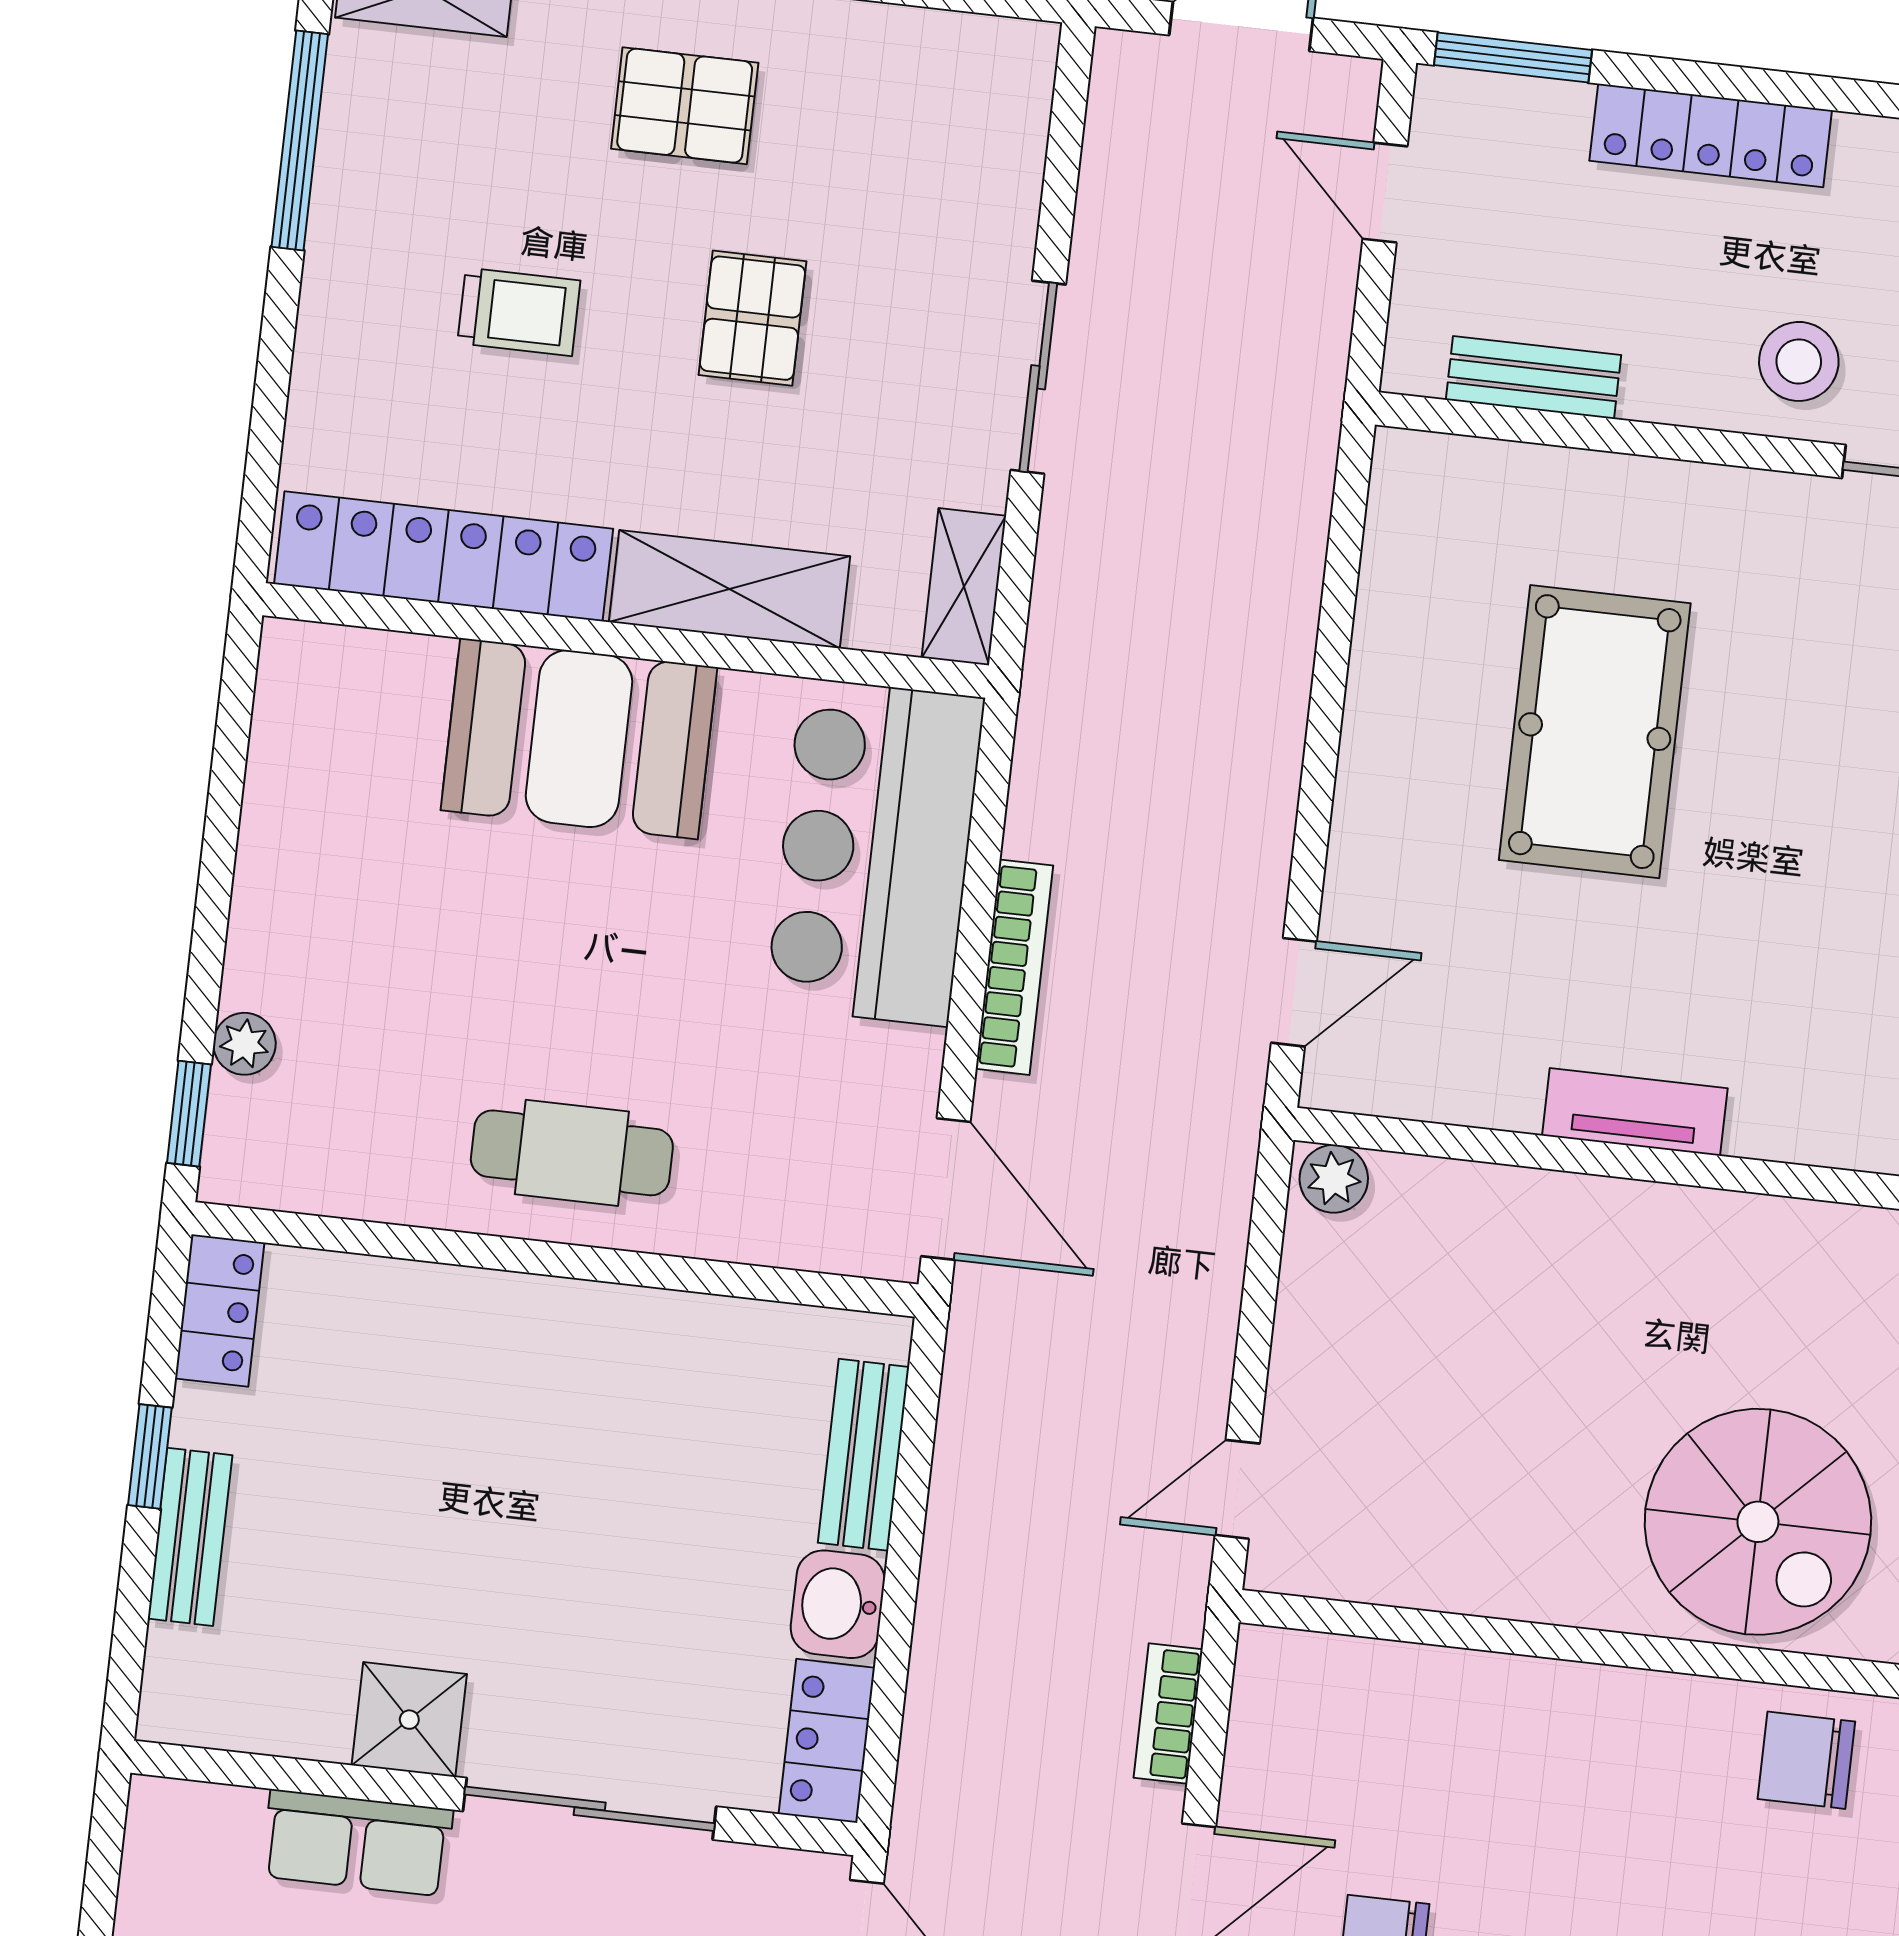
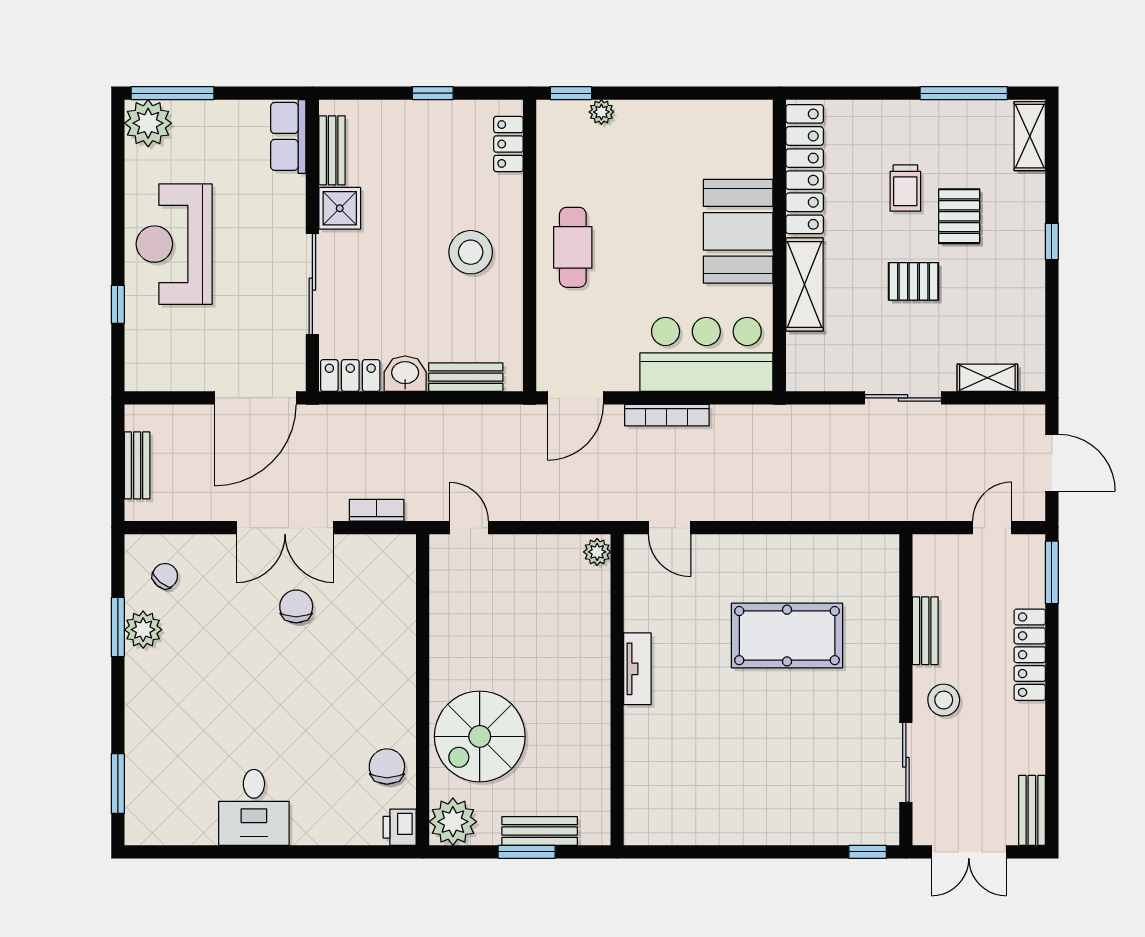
pallet: (685, 106) -> (959, 216), moved
bench: (1533, 377) -> (925, 631), moved
shelving: (964, 587) -> (987, 378), moved
locker: (220, 1311) -> (508, 144), moved, turned 90
stool: (555, 1408) -> (471, 252), added
bench: (190, 1537) -> (332, 150), moved, turned 90
row of seats: (357, 1843) -> (288, 136), moved

